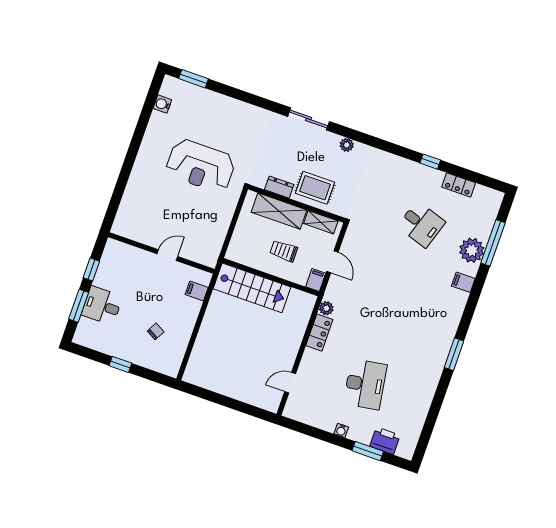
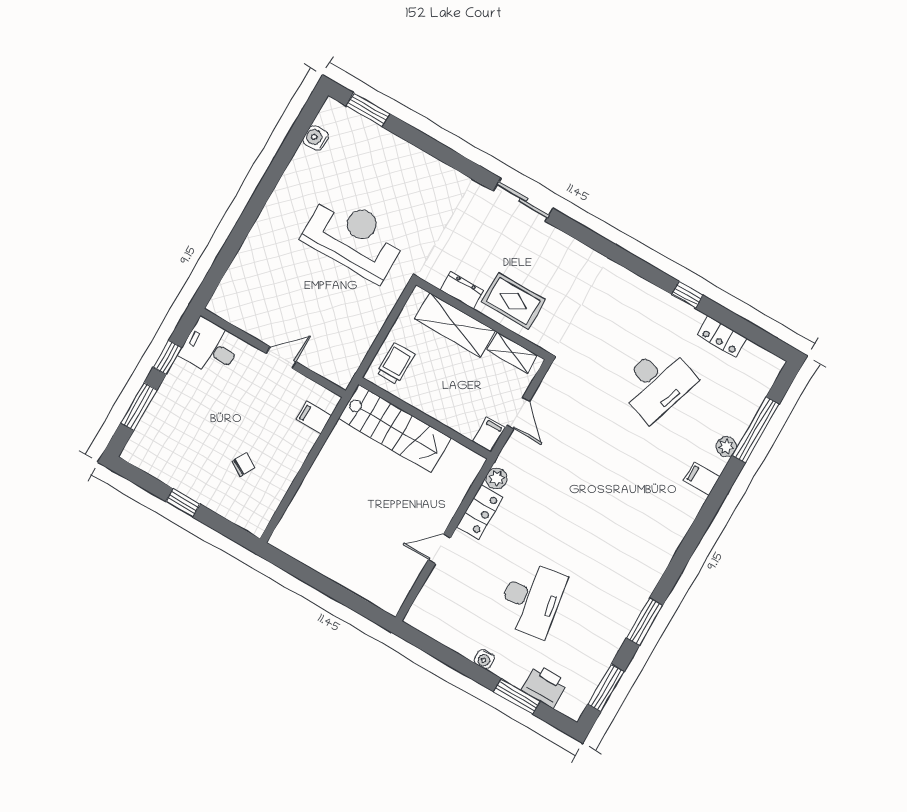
plant: (347, 145) -> (571, 248), removed
reception desk: (201, 166) -> (354, 238), turned 180
desk: (421, 224) -> (657, 383), width x1.37
plant: (472, 250) -> (726, 447), width x0.53, depth x0.53
trolley: (284, 251) -> (396, 364), moved, turned 90
desk: (102, 306) -> (210, 348), moved
window: (454, 354) -> (644, 622), moved
door: (290, 383) -> (439, 549), moved
window: (426, 434) -> (606, 688), added

